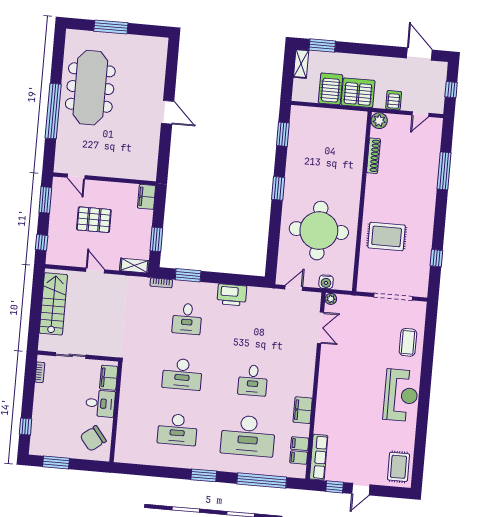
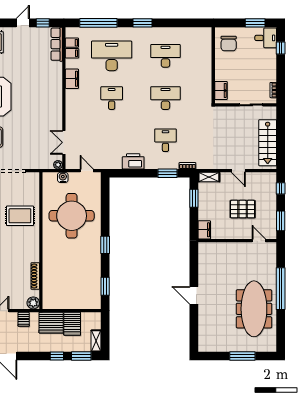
window: (354, 48) -> (57, 356), added
door: (294, 288) -> (87, 171), swing flipped
desk: (100, 403) -> (266, 38), moved, turned 180
chair: (93, 438) -> (229, 44), turned 128

